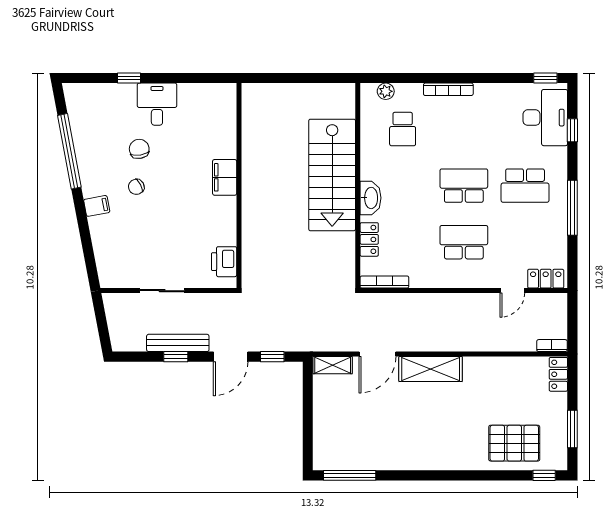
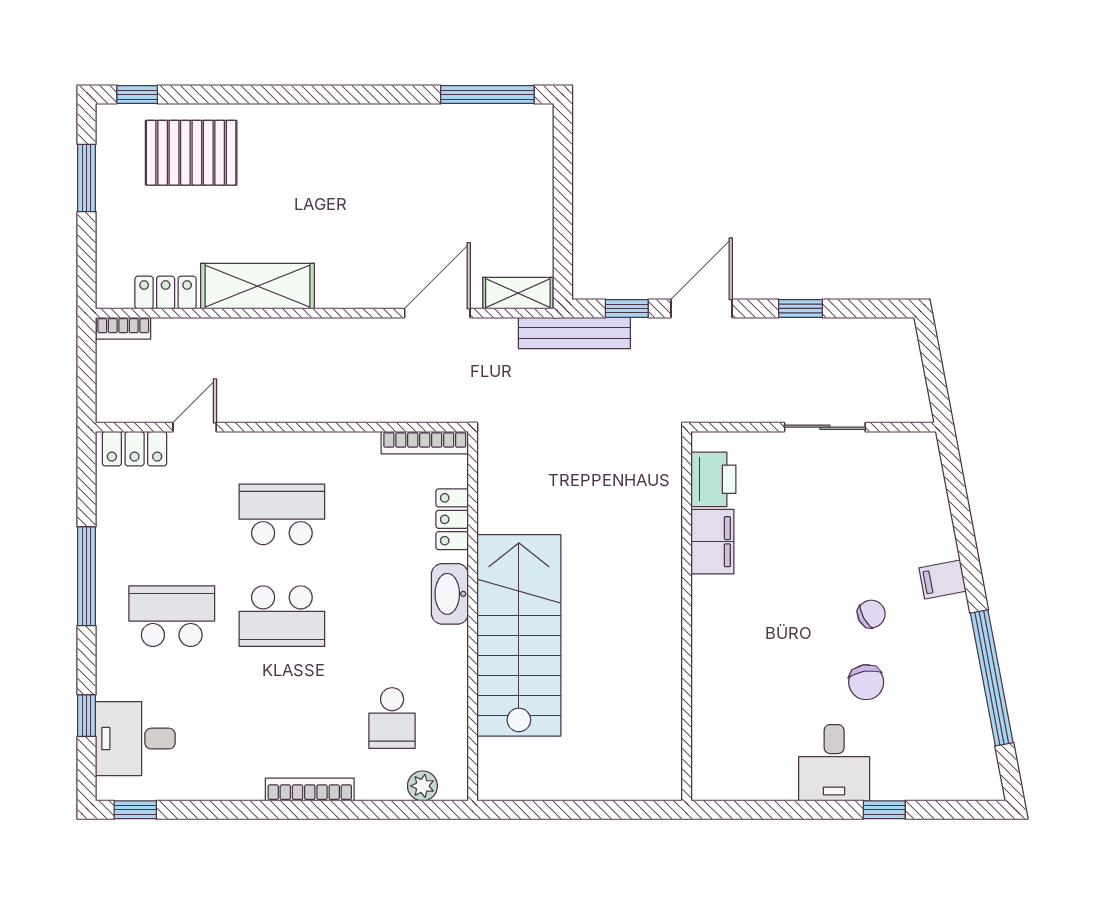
desk: (545, 118) -> (135, 739), width x0.73
school desk: (403, 129) -> (392, 718), turned 180
filing cabinet: (225, 177) -> (712, 542), moved
school desk: (464, 242) -> (282, 514), turned 180
bench: (178, 343) -> (574, 333), moved
shelving: (431, 369) -> (258, 286), moved
locker: (558, 374) -> (166, 293), moved, turned -90

